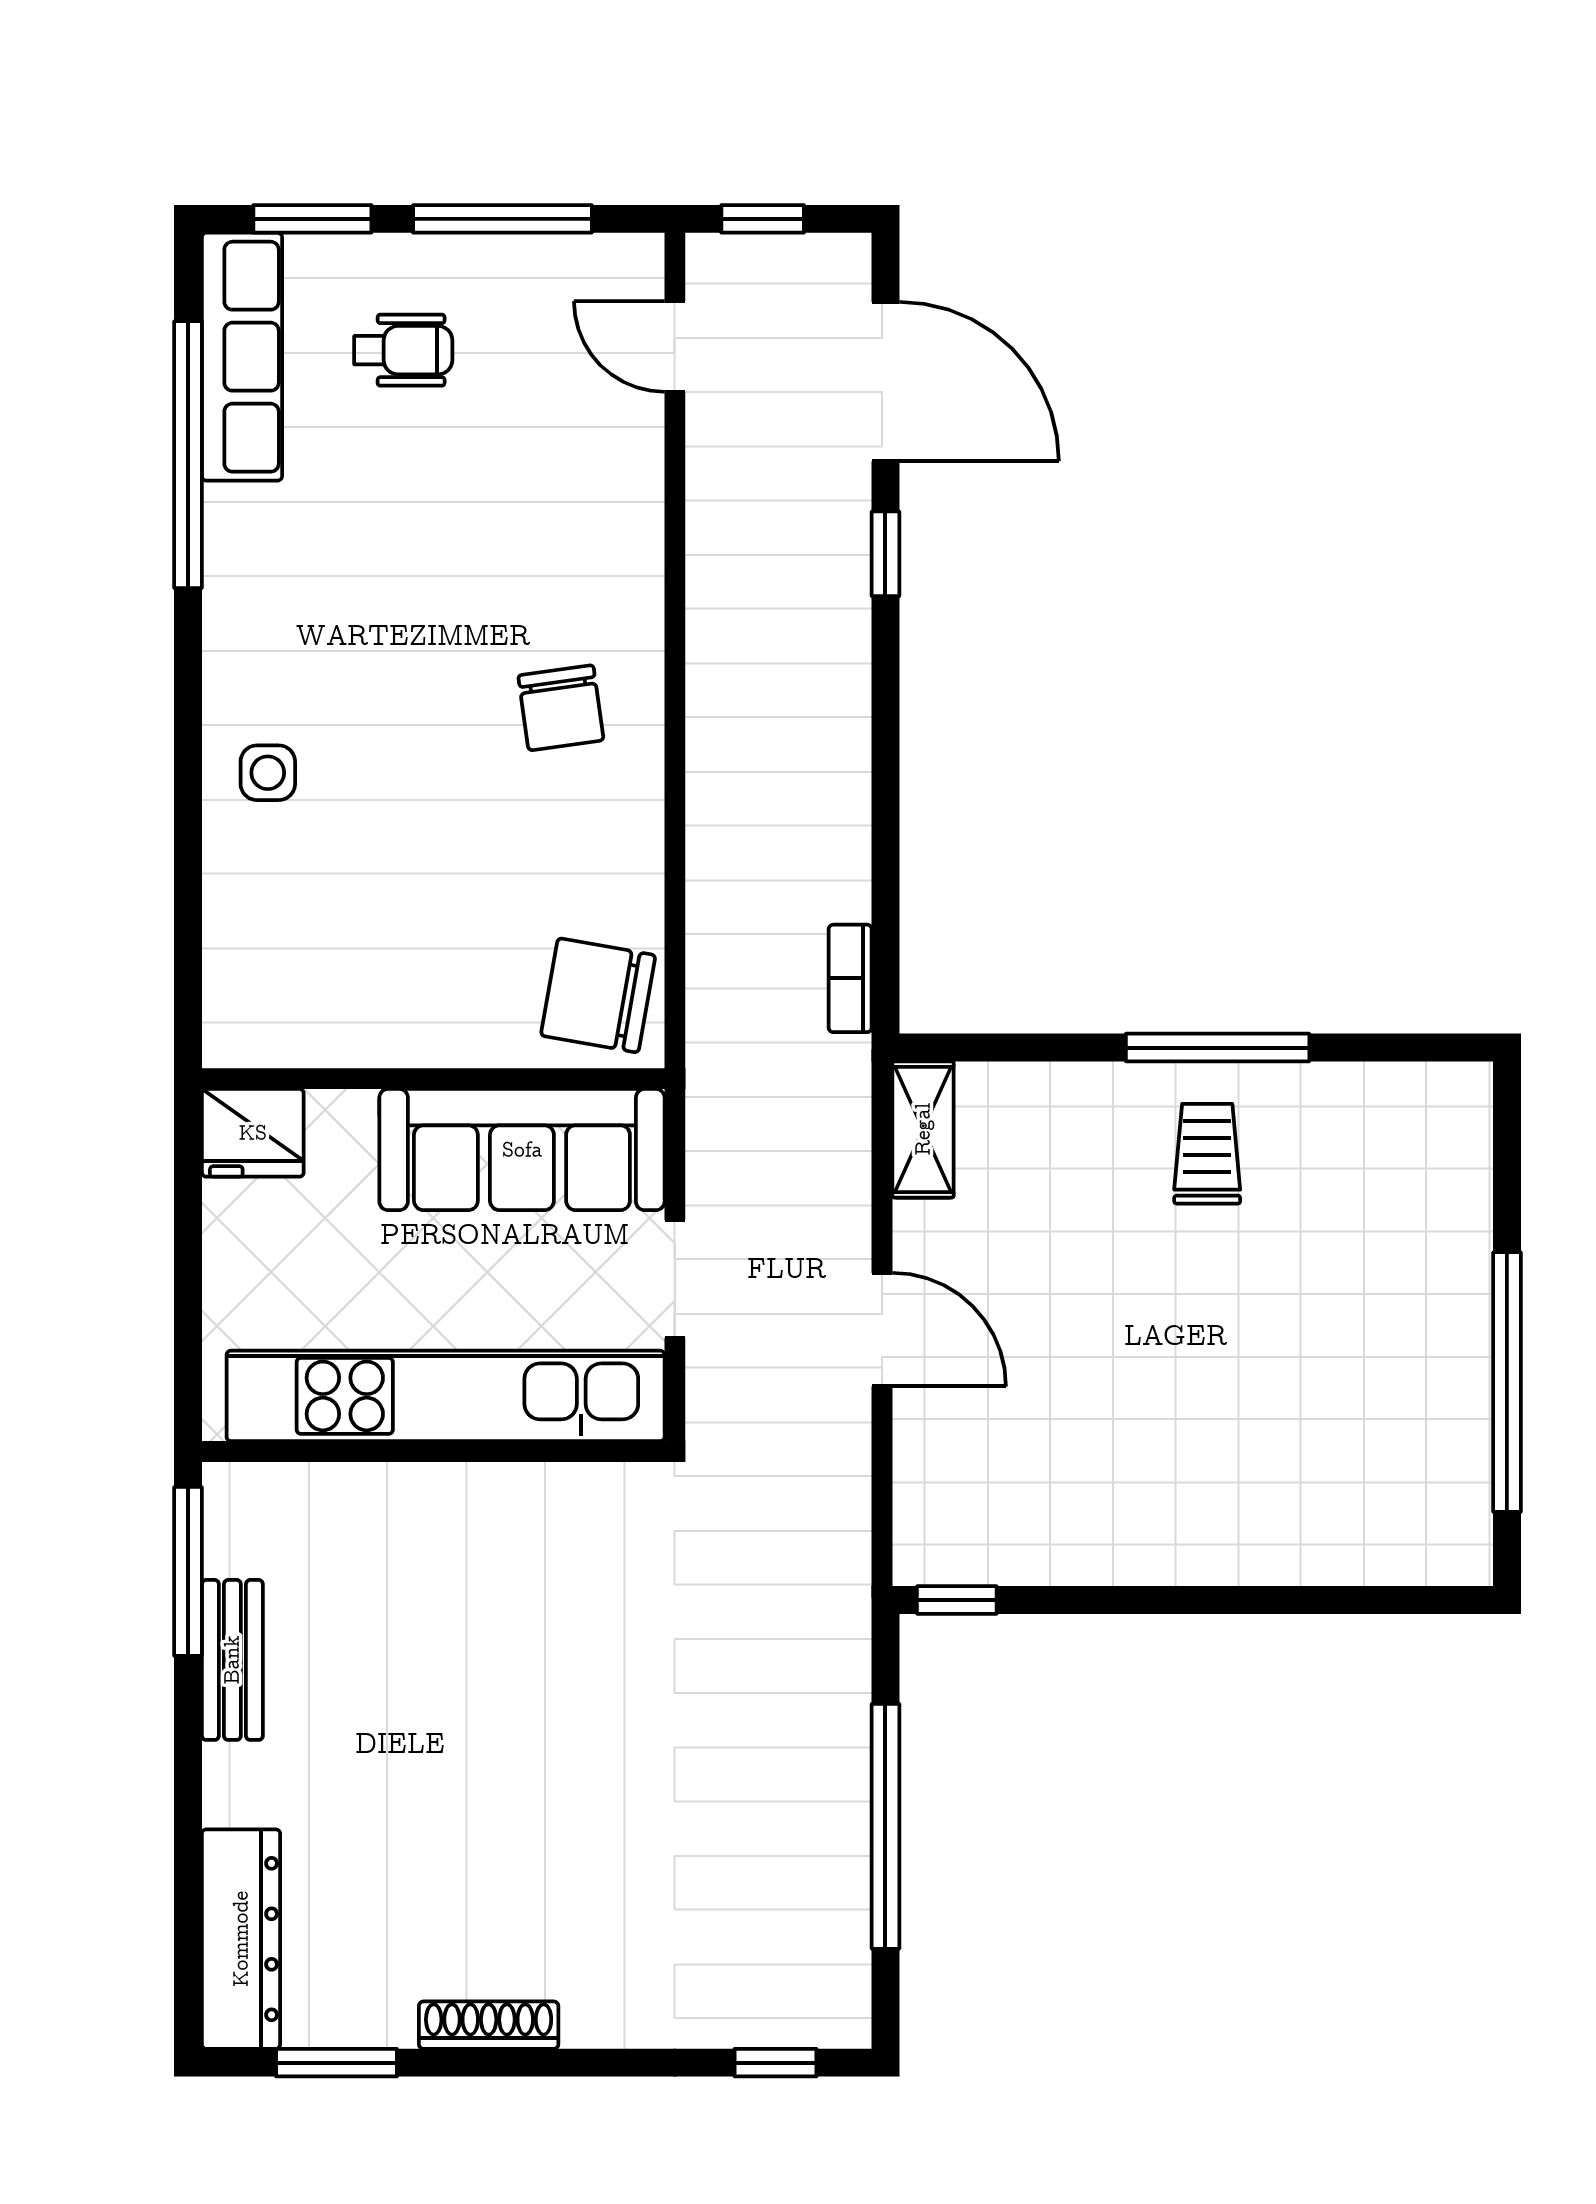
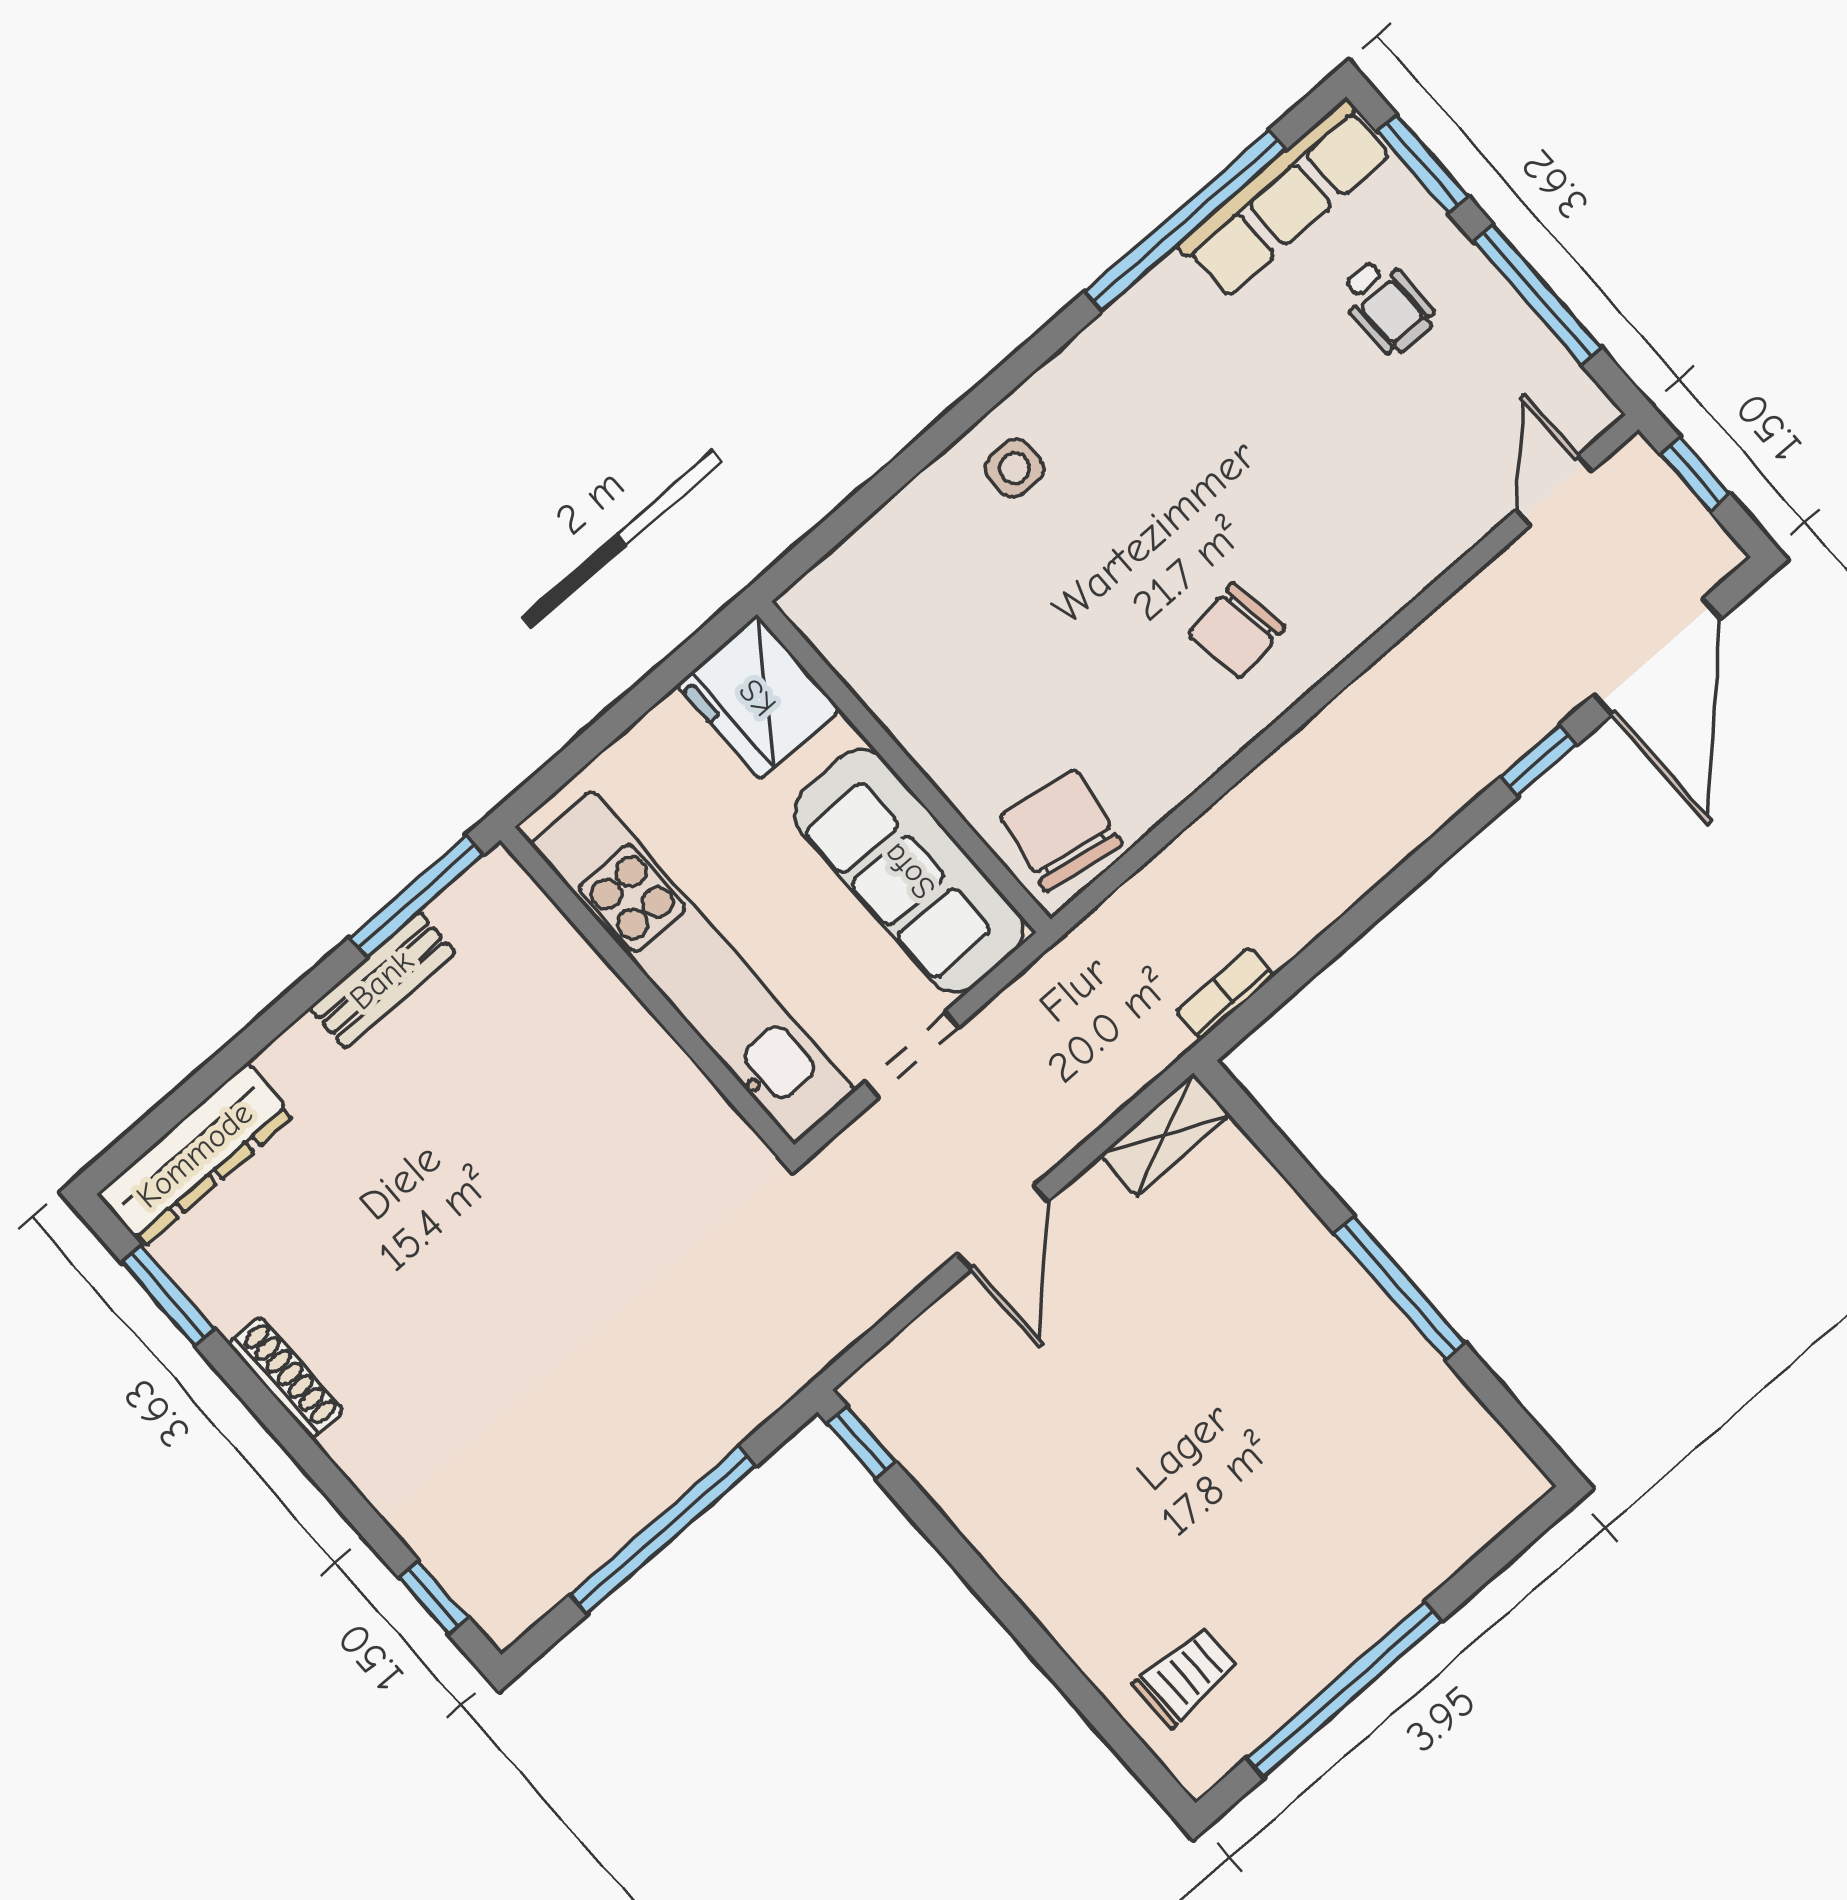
fridge: (253, 1133) -> (758, 697), width x1.36, depth x1.34
trolley: (1207, 1154) -> (1186, 1677), moved

